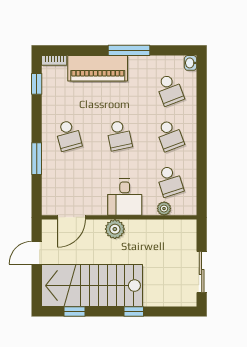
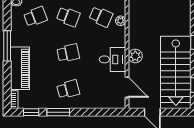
school desk: (170, 135) -> (68, 17), turned 42
window: (37, 159) -> (58, 112), moved
school desk: (170, 181) -> (101, 17), turned 42
desk: (125, 197) -> (112, 59), moved

